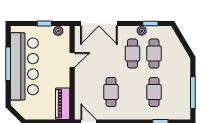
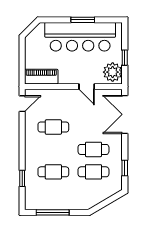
plant: (58, 31) -> (113, 72), width x1.88, depth x1.88
plant: (142, 31) -> (117, 159), removed
window: (8, 64) -> (83, 20), width x0.69

